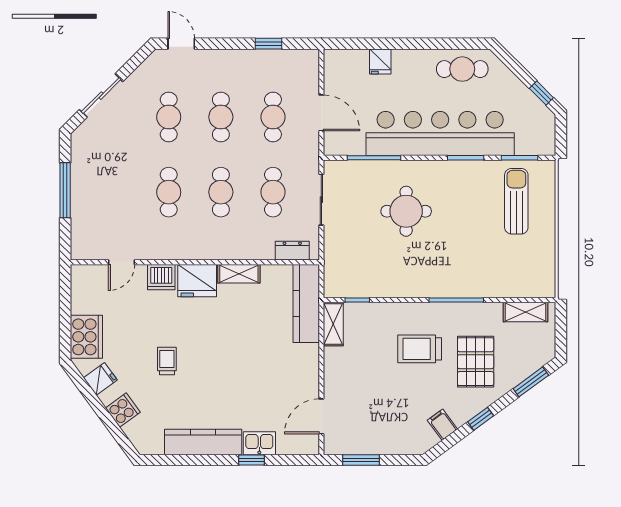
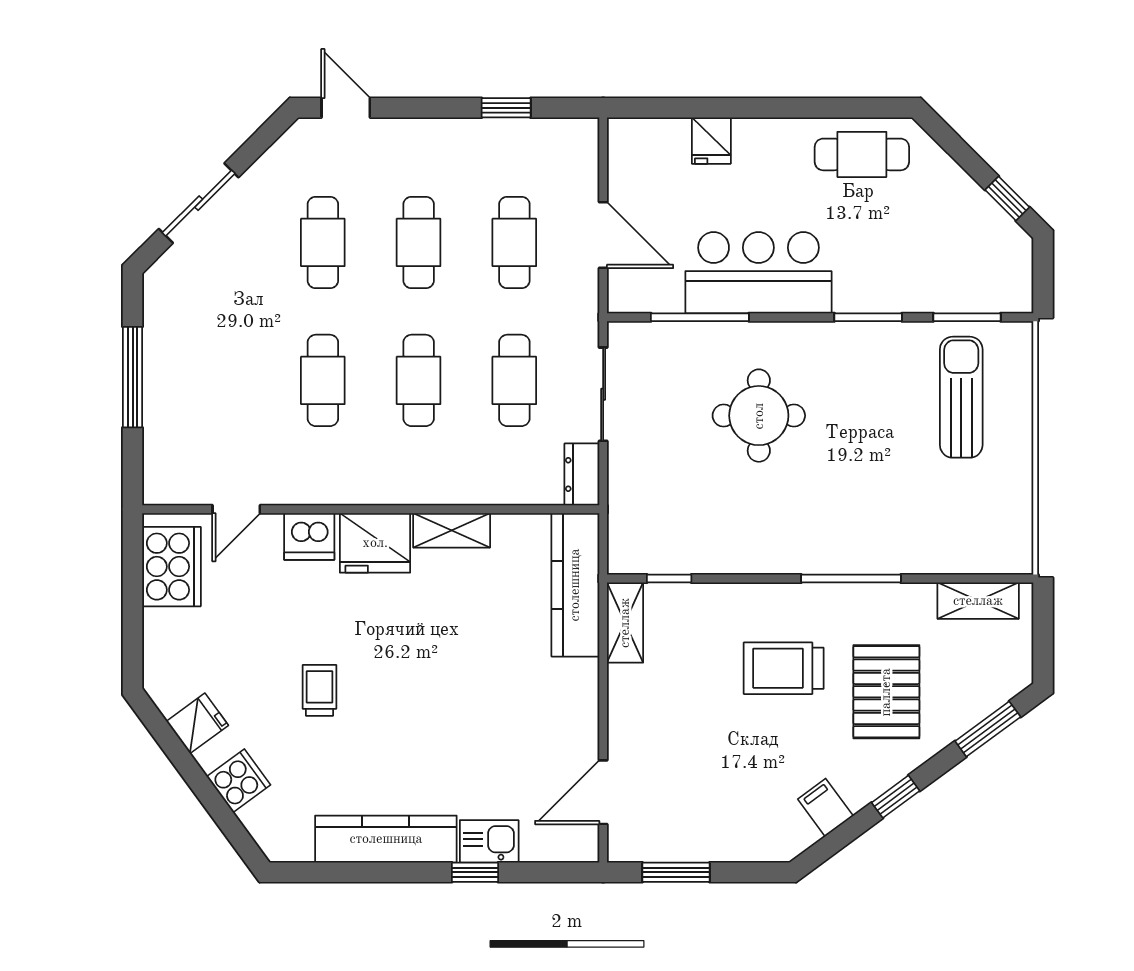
bar counter: (440, 133) -> (758, 273), width x0.54
dresser: (292, 251) -> (582, 474), moved, turned -90
cooker: (86, 337) -> (171, 567), moved

